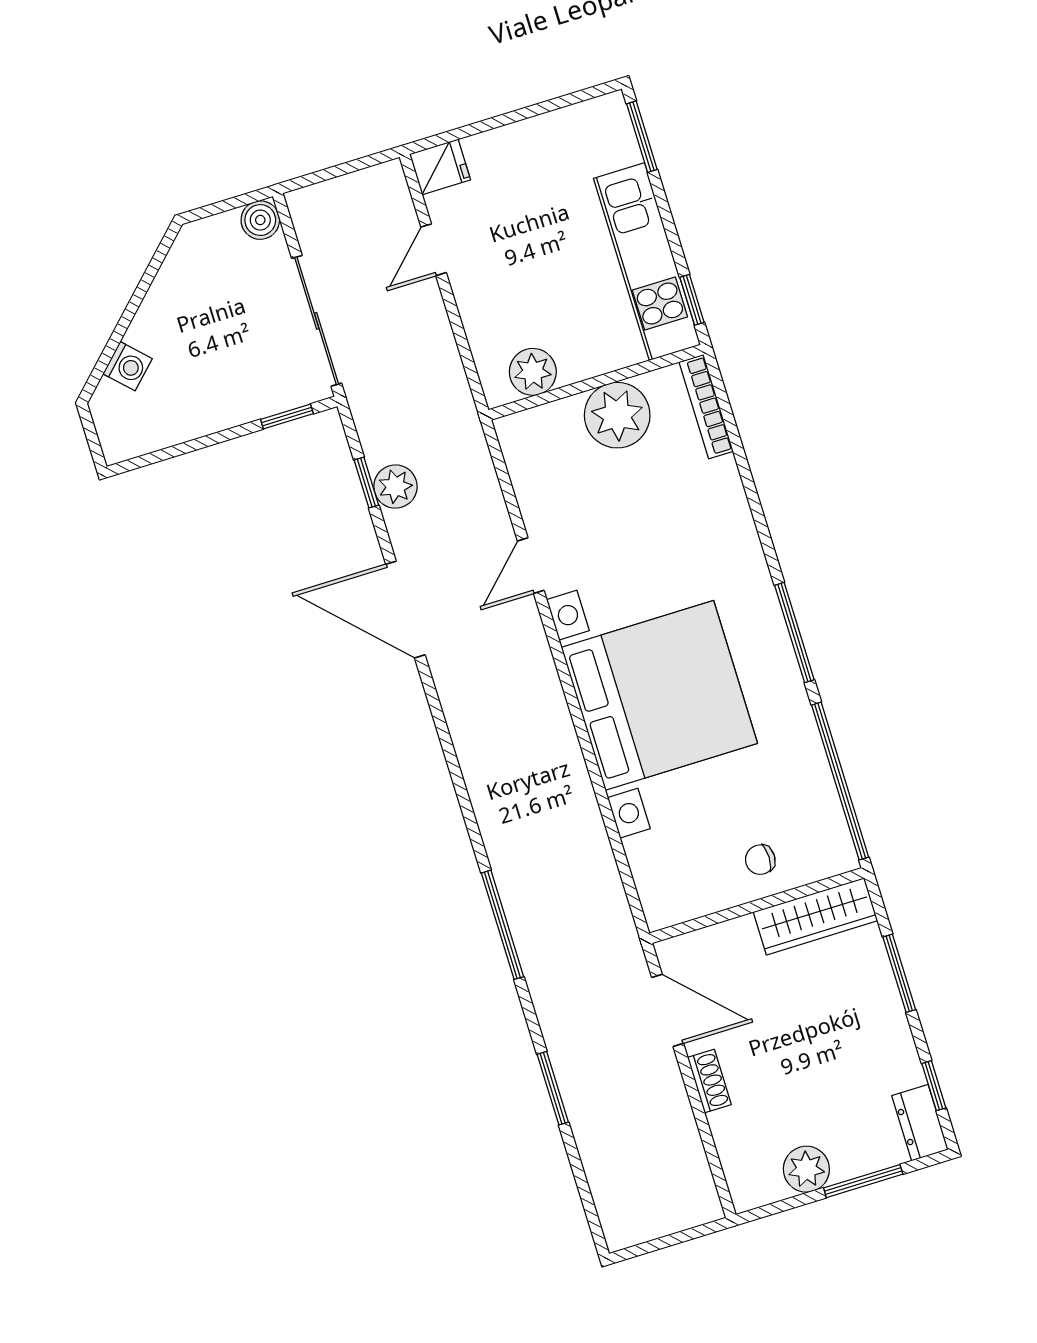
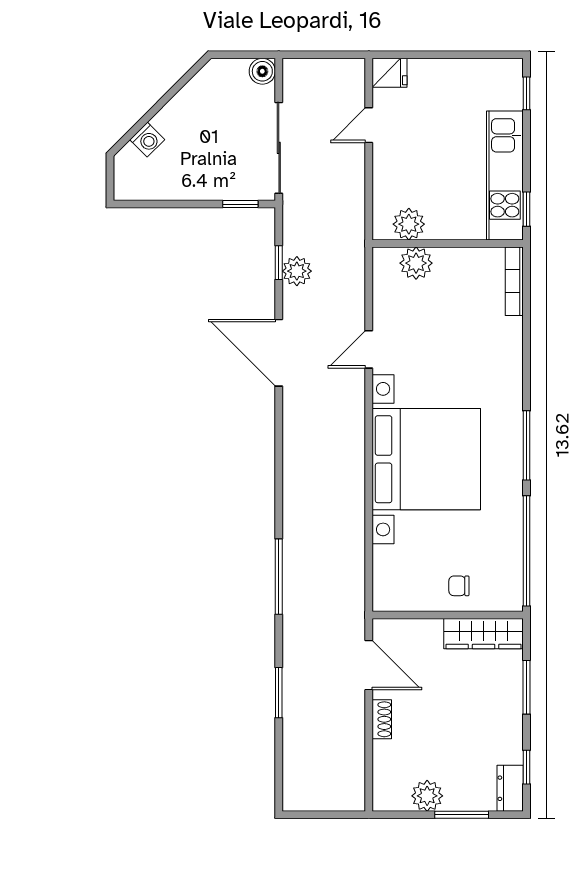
window: (642, 137) -> (526, 93), width x0.67
plant: (617, 415) -> (416, 263), moved, width x0.73, depth x0.73

